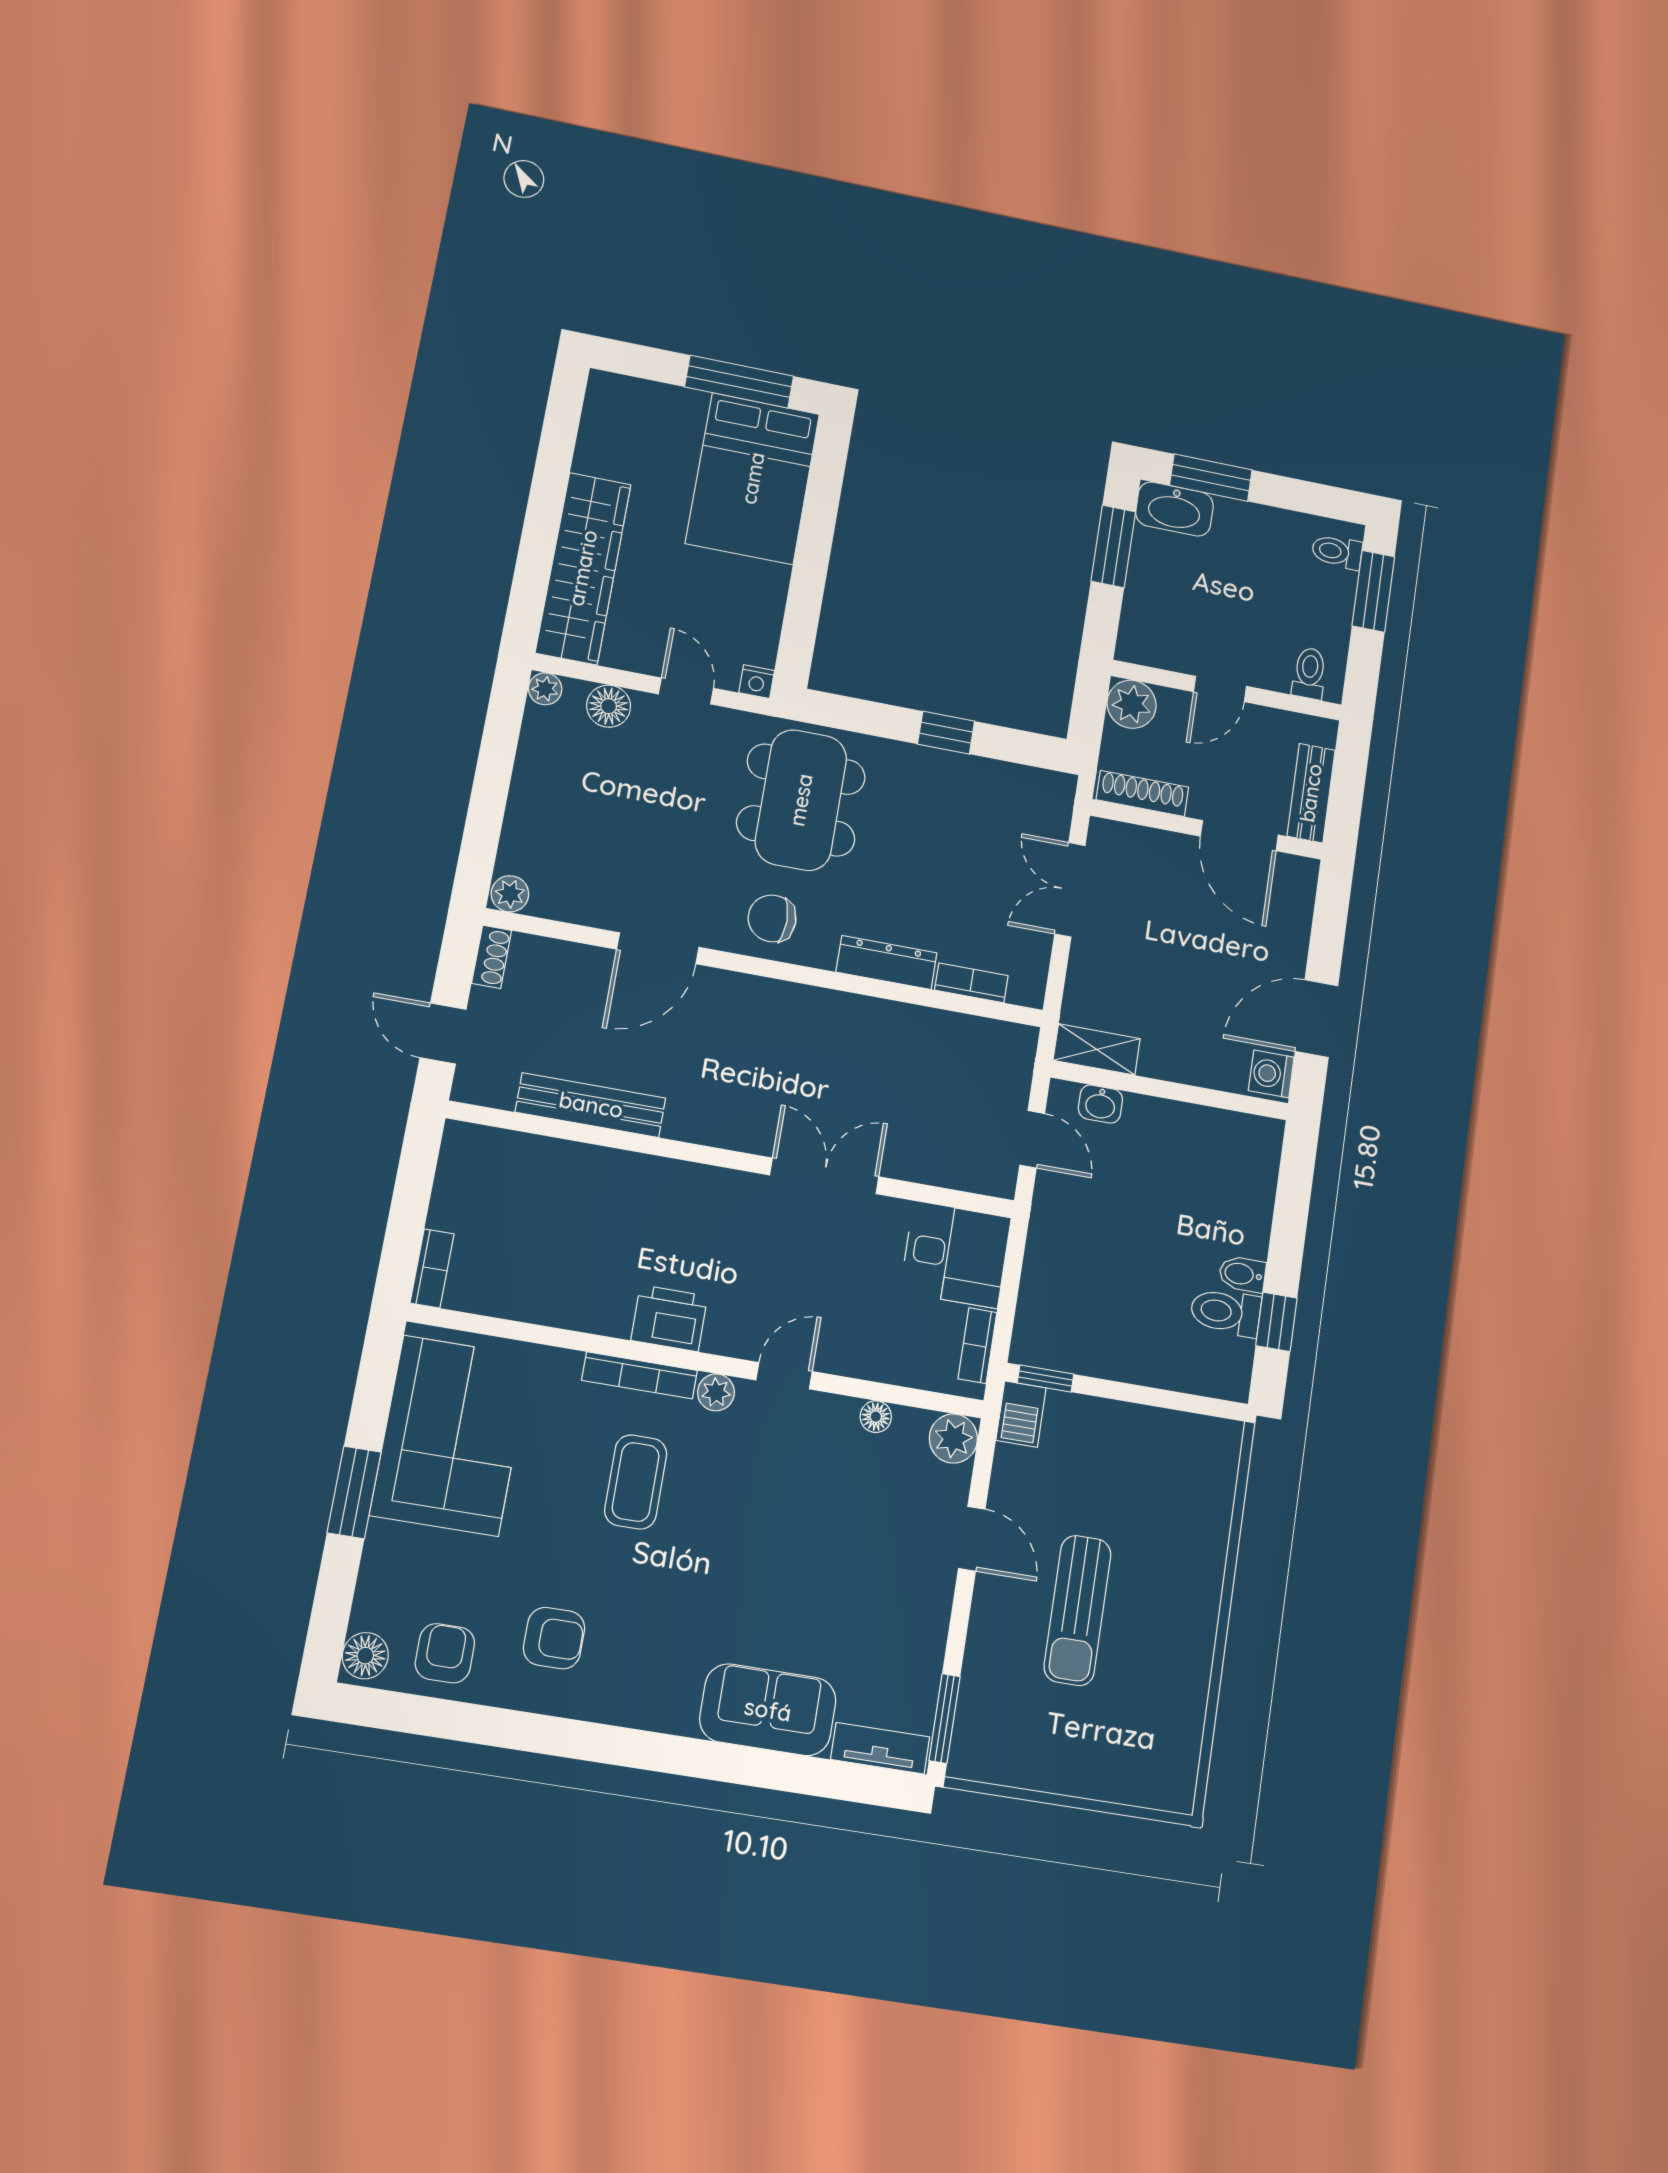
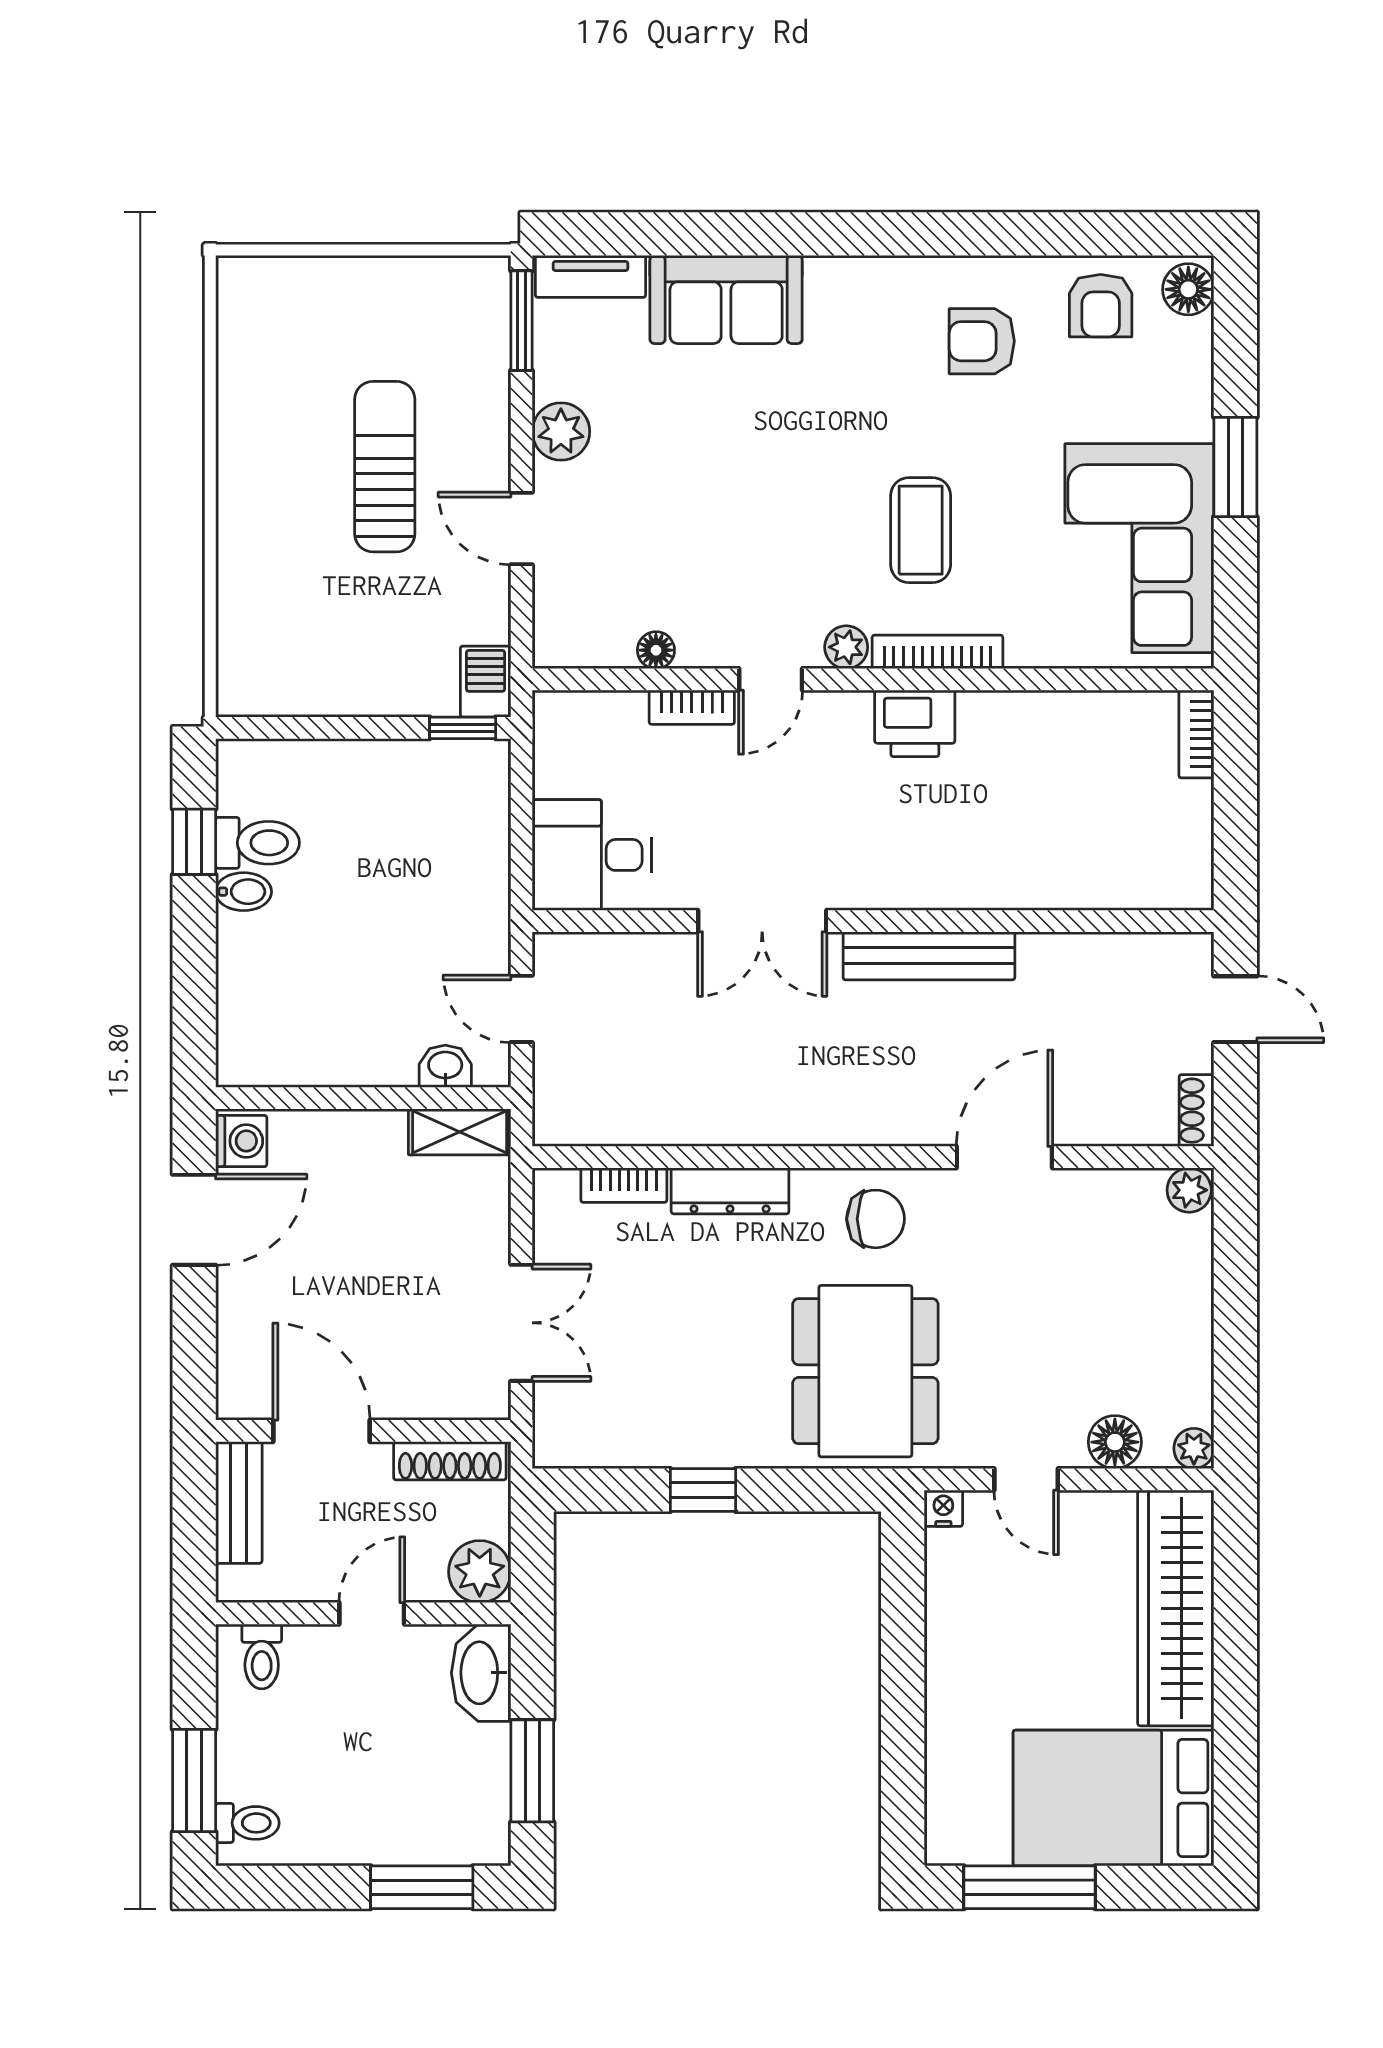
bed: (753, 478) -> (1113, 1798), moved, turned -90
washbasin: (1174, 509) -> (481, 1673), moved, turned -90
bench: (591, 1105) -> (929, 956), moved
bookcase: (977, 1346) -> (692, 707), moved, turned 90
plant: (953, 1438) -> (561, 432), moved

